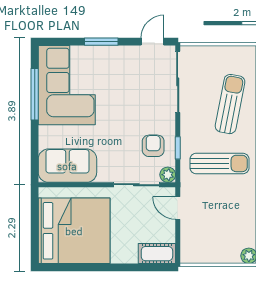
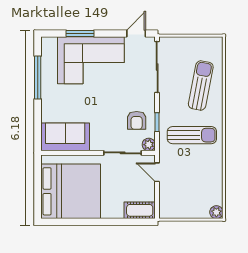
window: (101, 42) -> (80, 33), moved
corner sofa: (67, 85) -> (91, 60), moved, turned 90
armchair: (153, 146) -> (137, 120), turned 180

